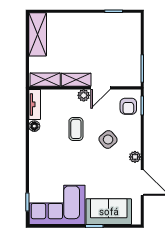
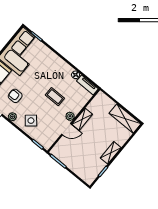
shelving: (45, 80) -> (111, 153), moved
door: (101, 88) -> (66, 129), swing flipped
armchair: (128, 106) -> (15, 96), moved
side table: (108, 139) -> (31, 121), moved

